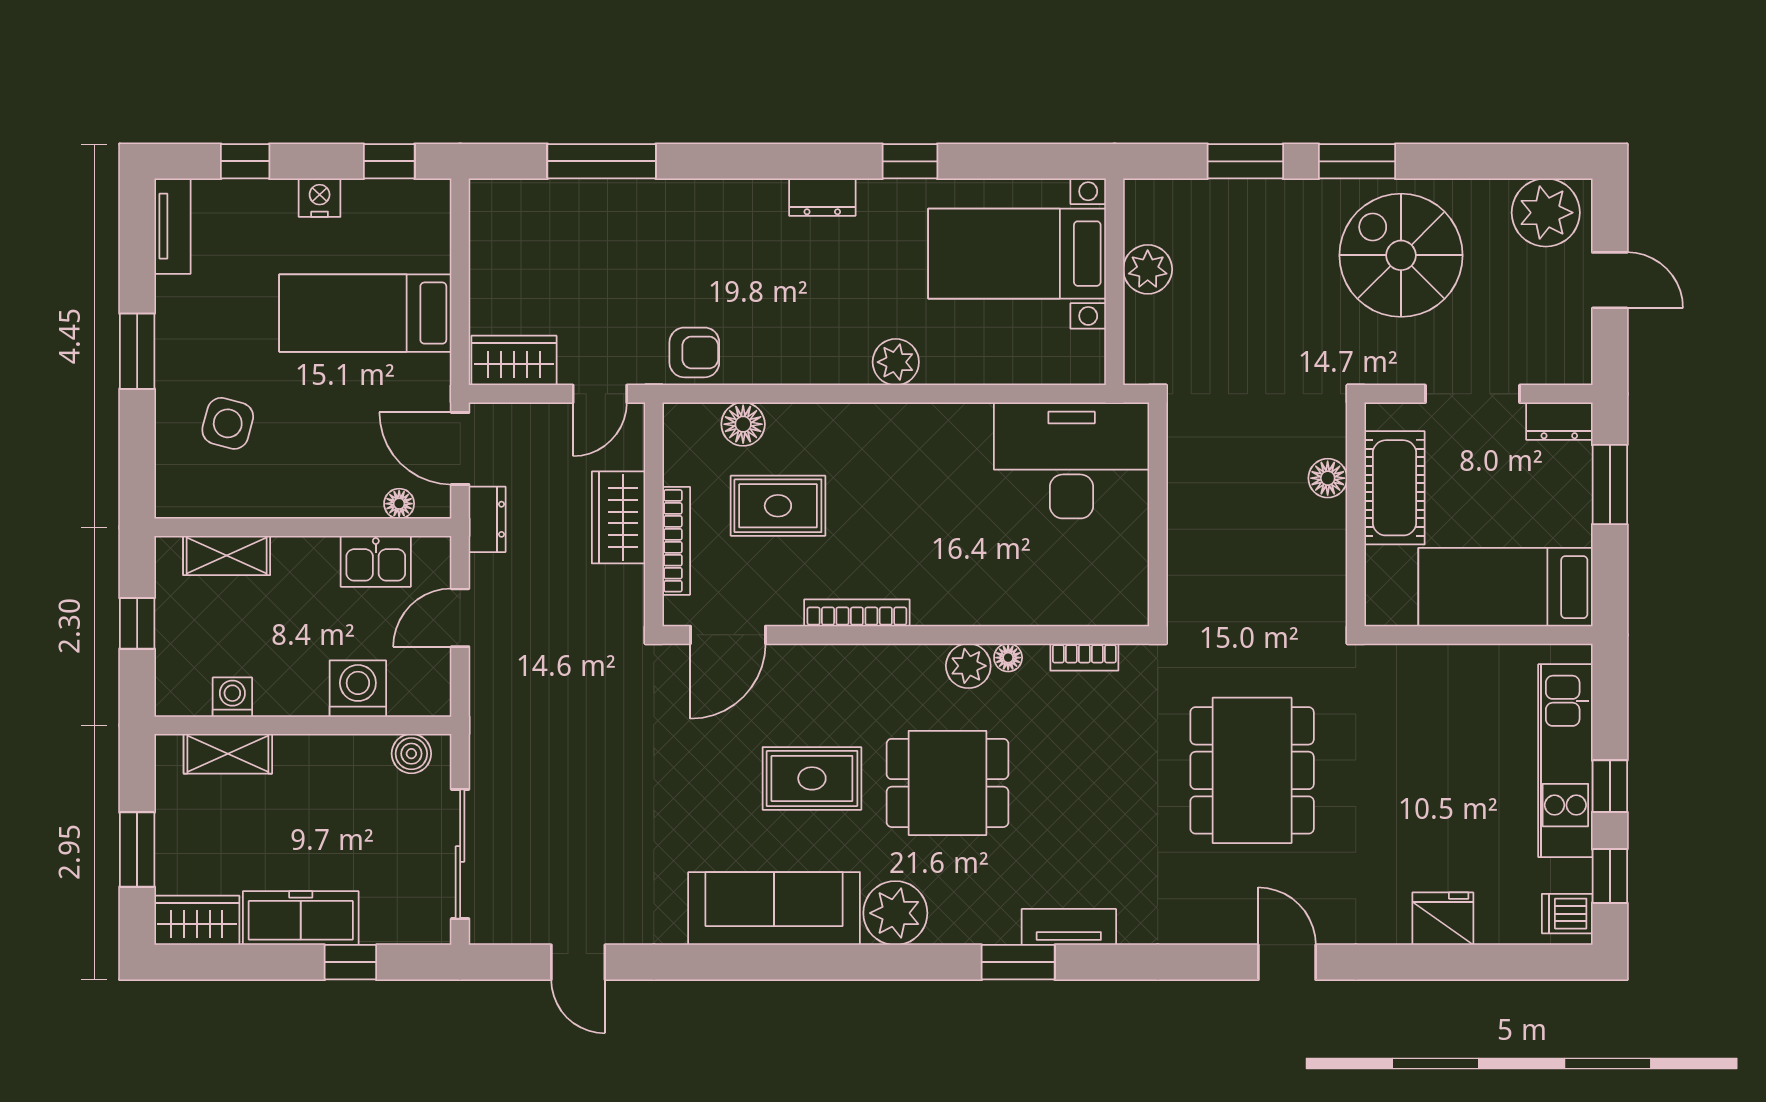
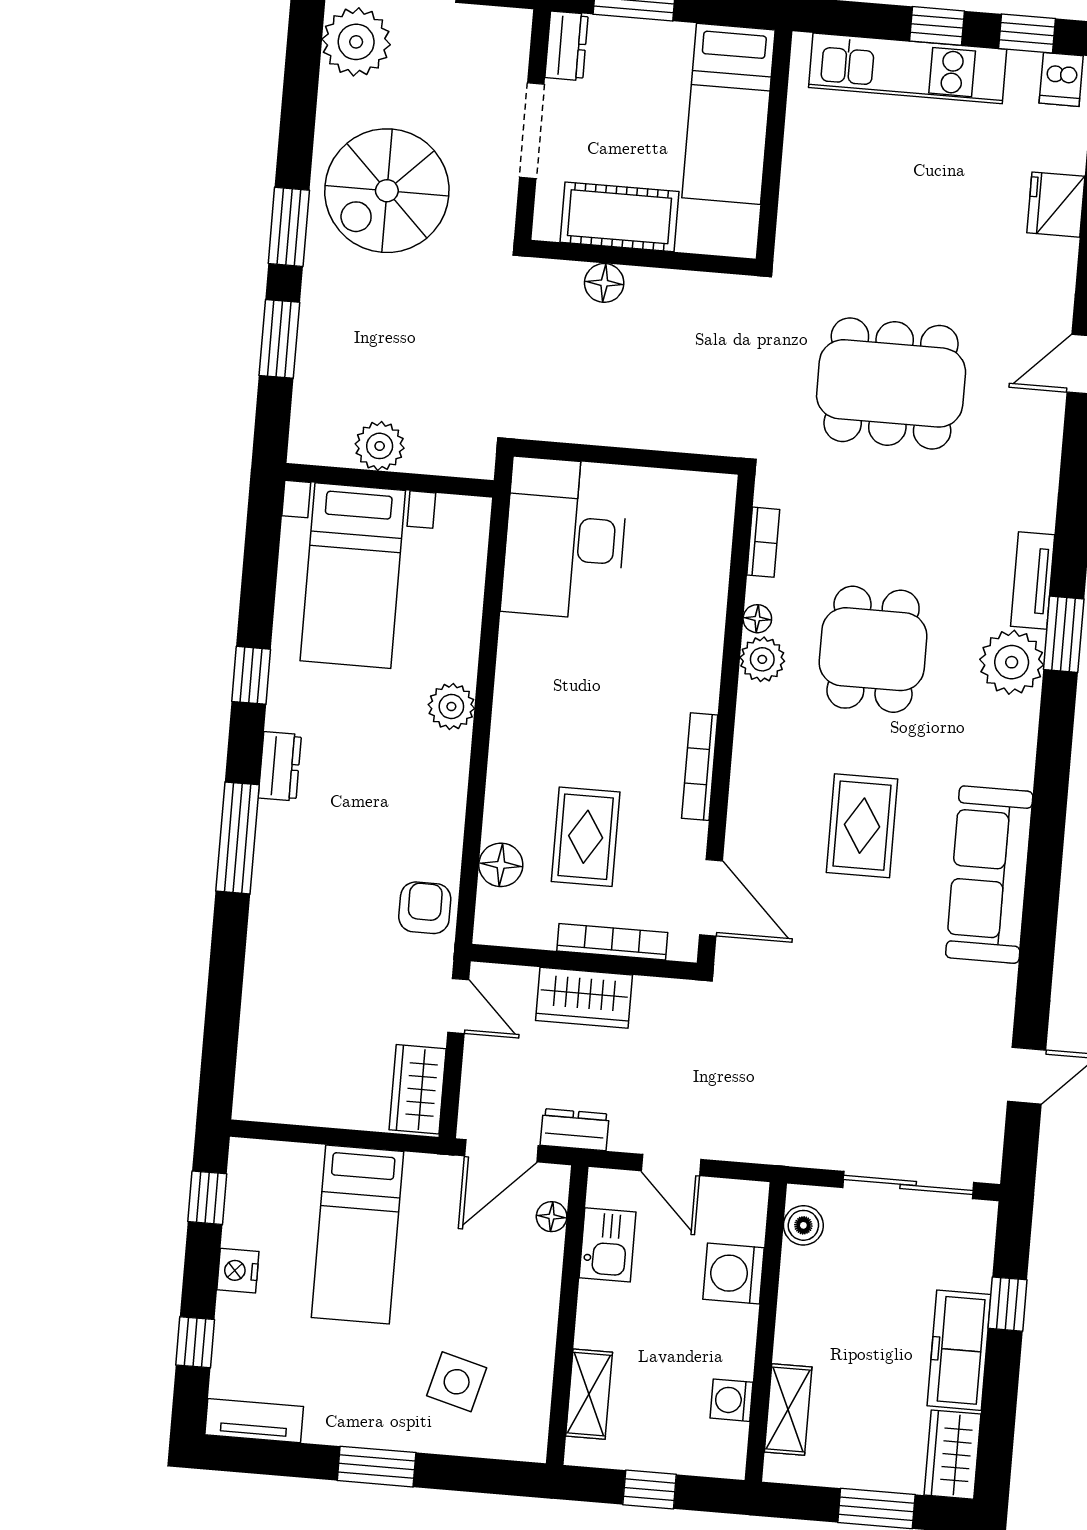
window: (602, 161) -> (237, 838), moved
dining table: (947, 783) -> (873, 649), moved
plant: (895, 913) -> (1012, 662), moved

